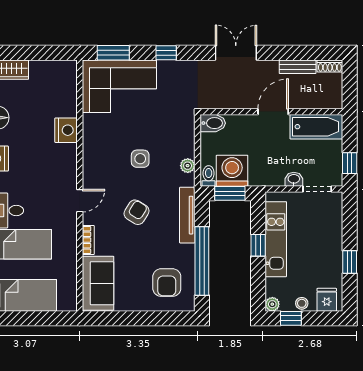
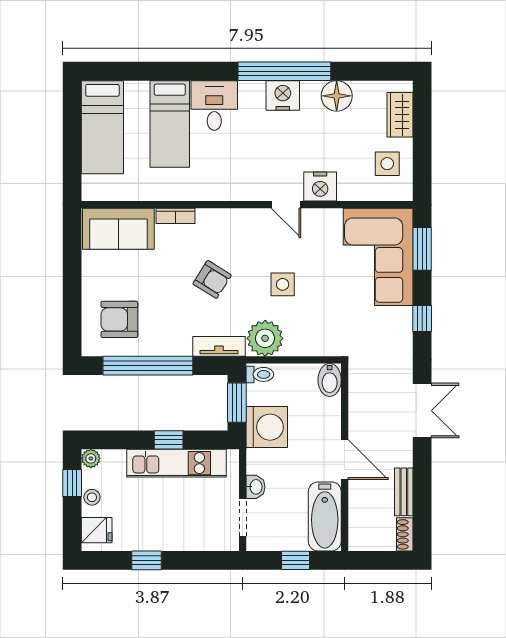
side table: (49, 79) -> (387, 164), added
window: (350, 163) -> (295, 560), moved
plant: (188, 166) -> (265, 338), width x1.87, depth x1.87
washing machine: (232, 171) -> (267, 427), moved
door: (80, 201) -> (286, 205), moved
tv unit: (187, 215) -> (219, 346), width x0.71

